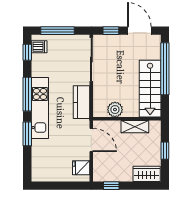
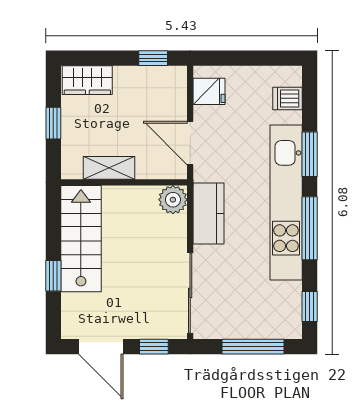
dishwasher: (39, 47) -> (287, 98), moved
window: (165, 69) -> (53, 276), width x0.32
kitchen unit: (40, 108) -> (286, 203), width x1.36
plant: (115, 110) -> (173, 200), moved

